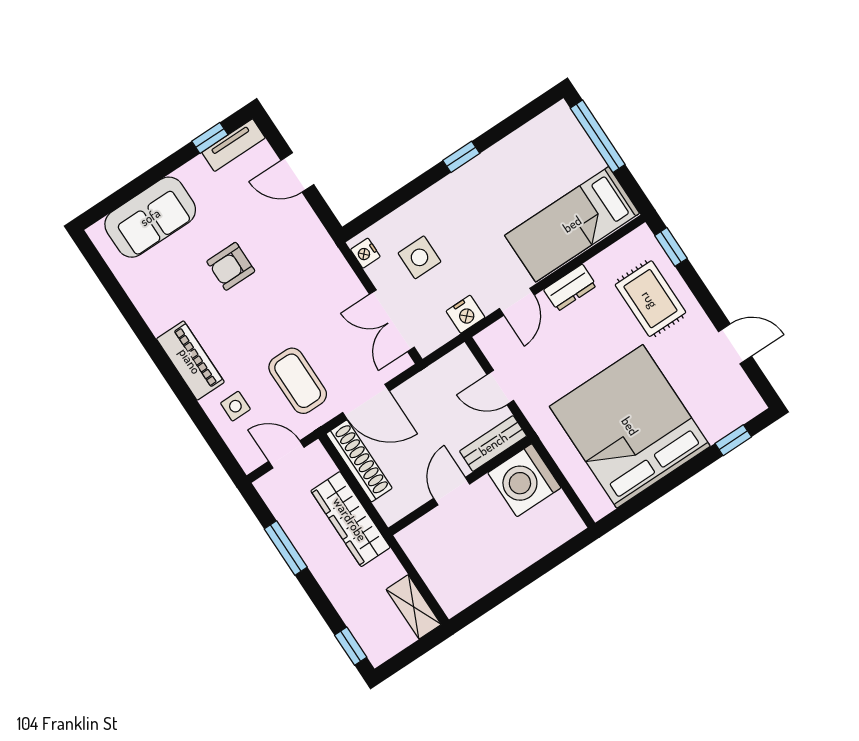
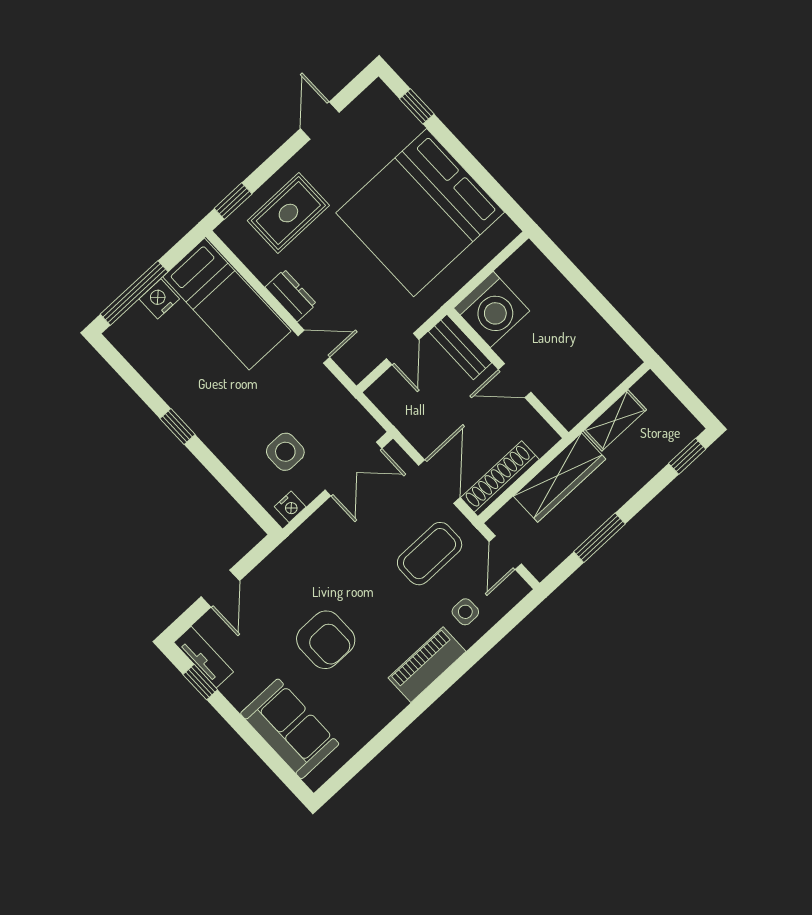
armchair: (231, 266) -> (326, 640), width x1.38, depth x1.38
nightstand: (466, 314) -> (159, 299), moved, turned -90
shelving: (414, 607) -> (615, 420), moved

